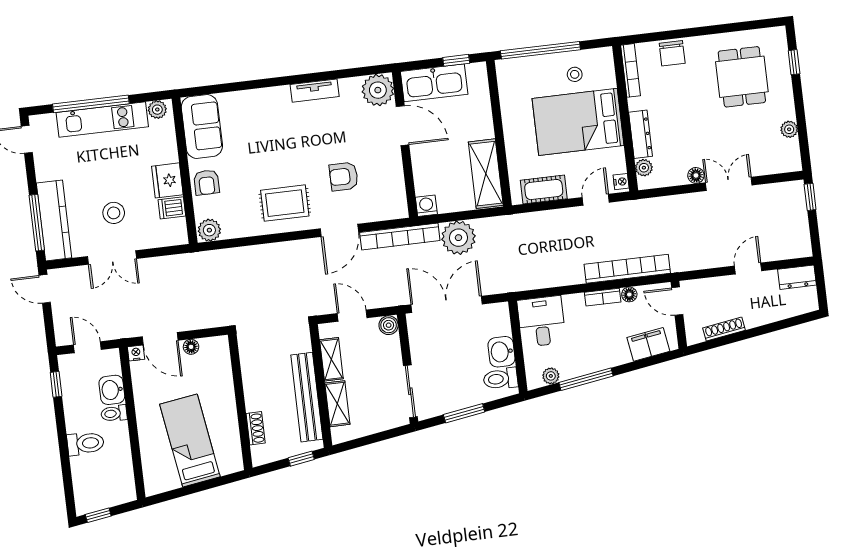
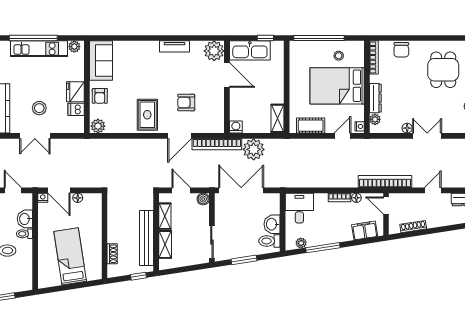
shelving: (486, 174) -> (278, 118), width x0.67, depth x0.75
rug: (285, 203) -> (147, 115), turned 90
bookcase: (627, 269) -> (385, 182), moved

